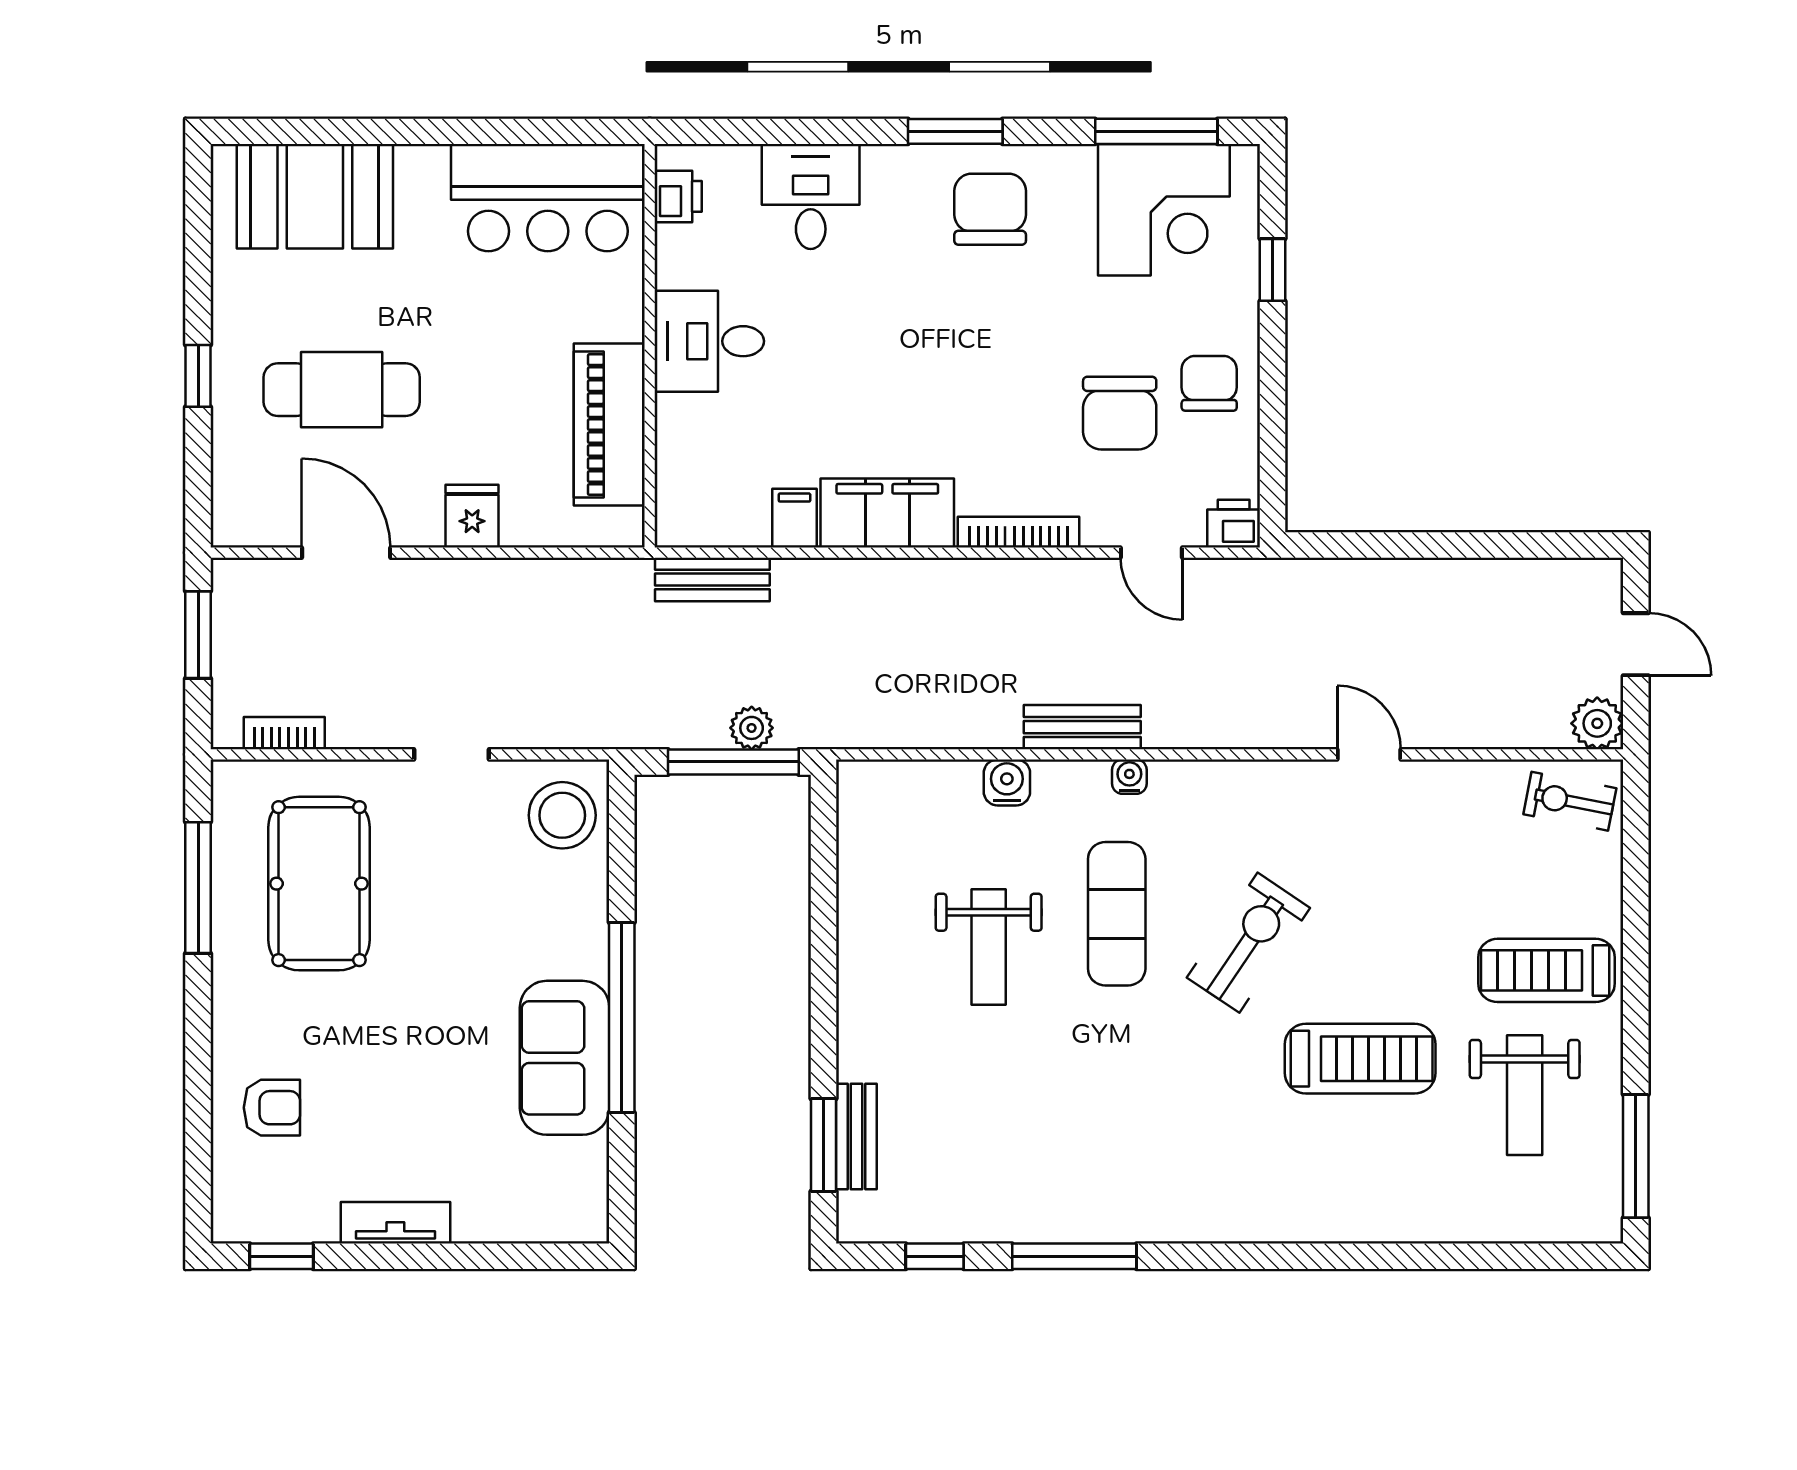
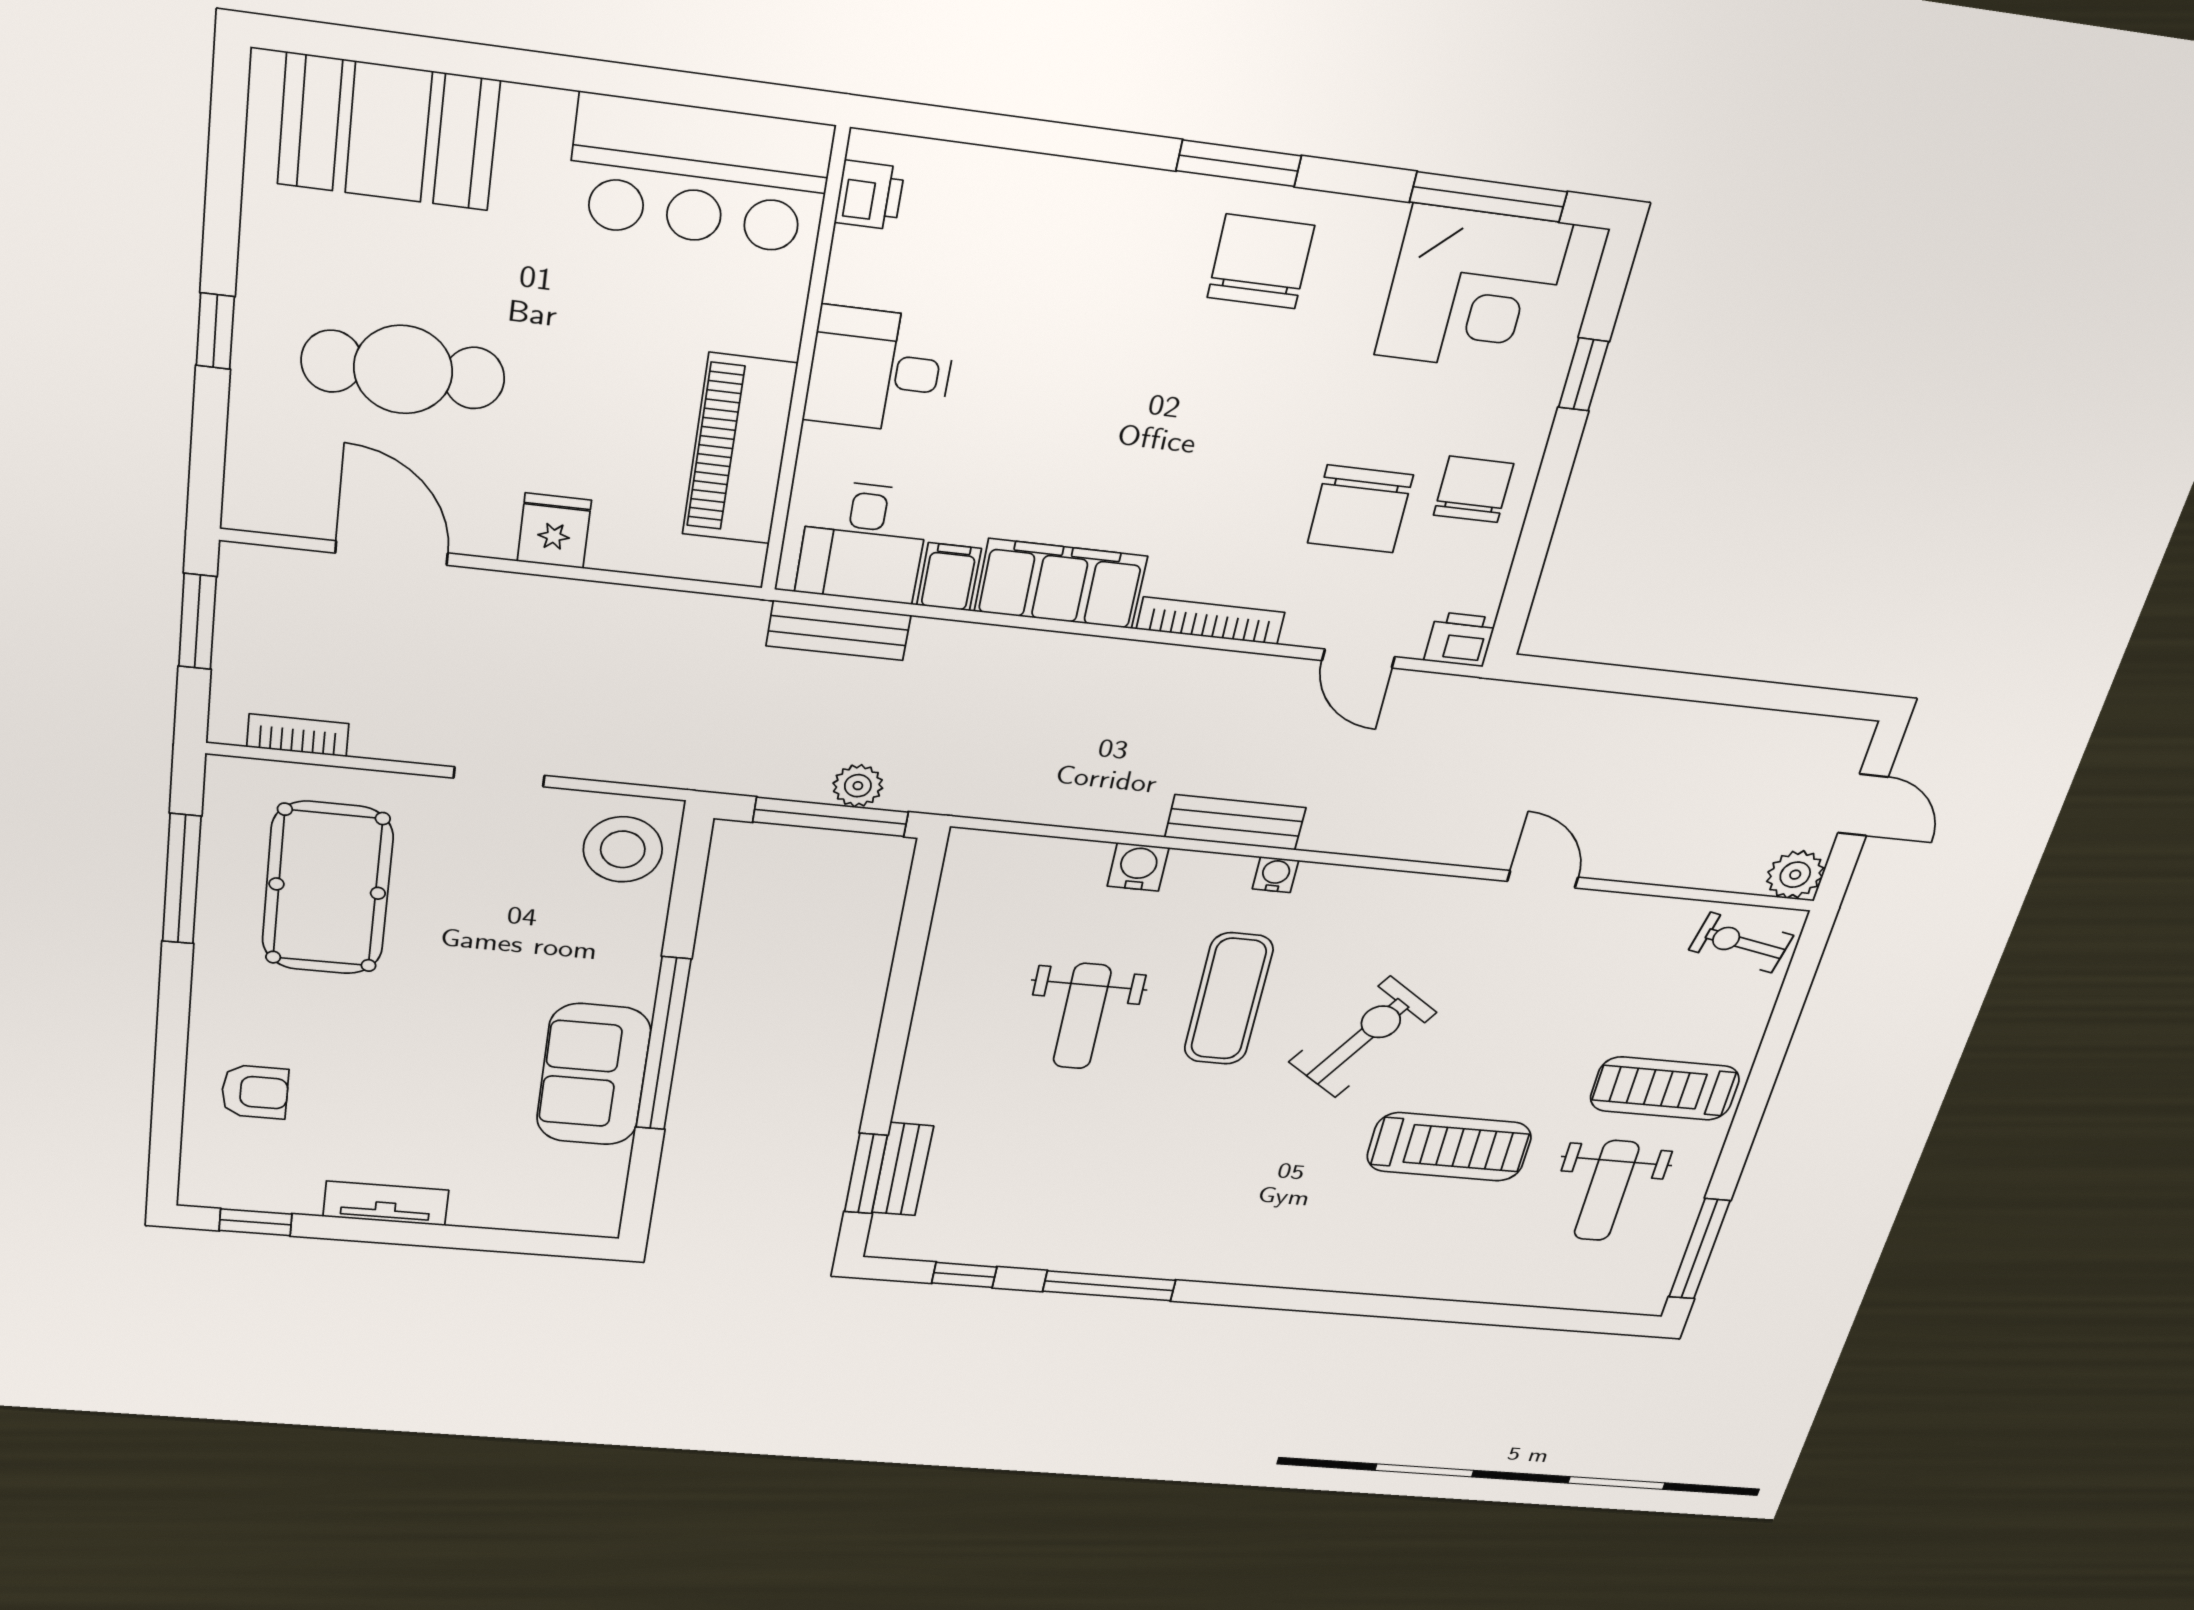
desk: (811, 197) -> (863, 542), moved, turned 180

